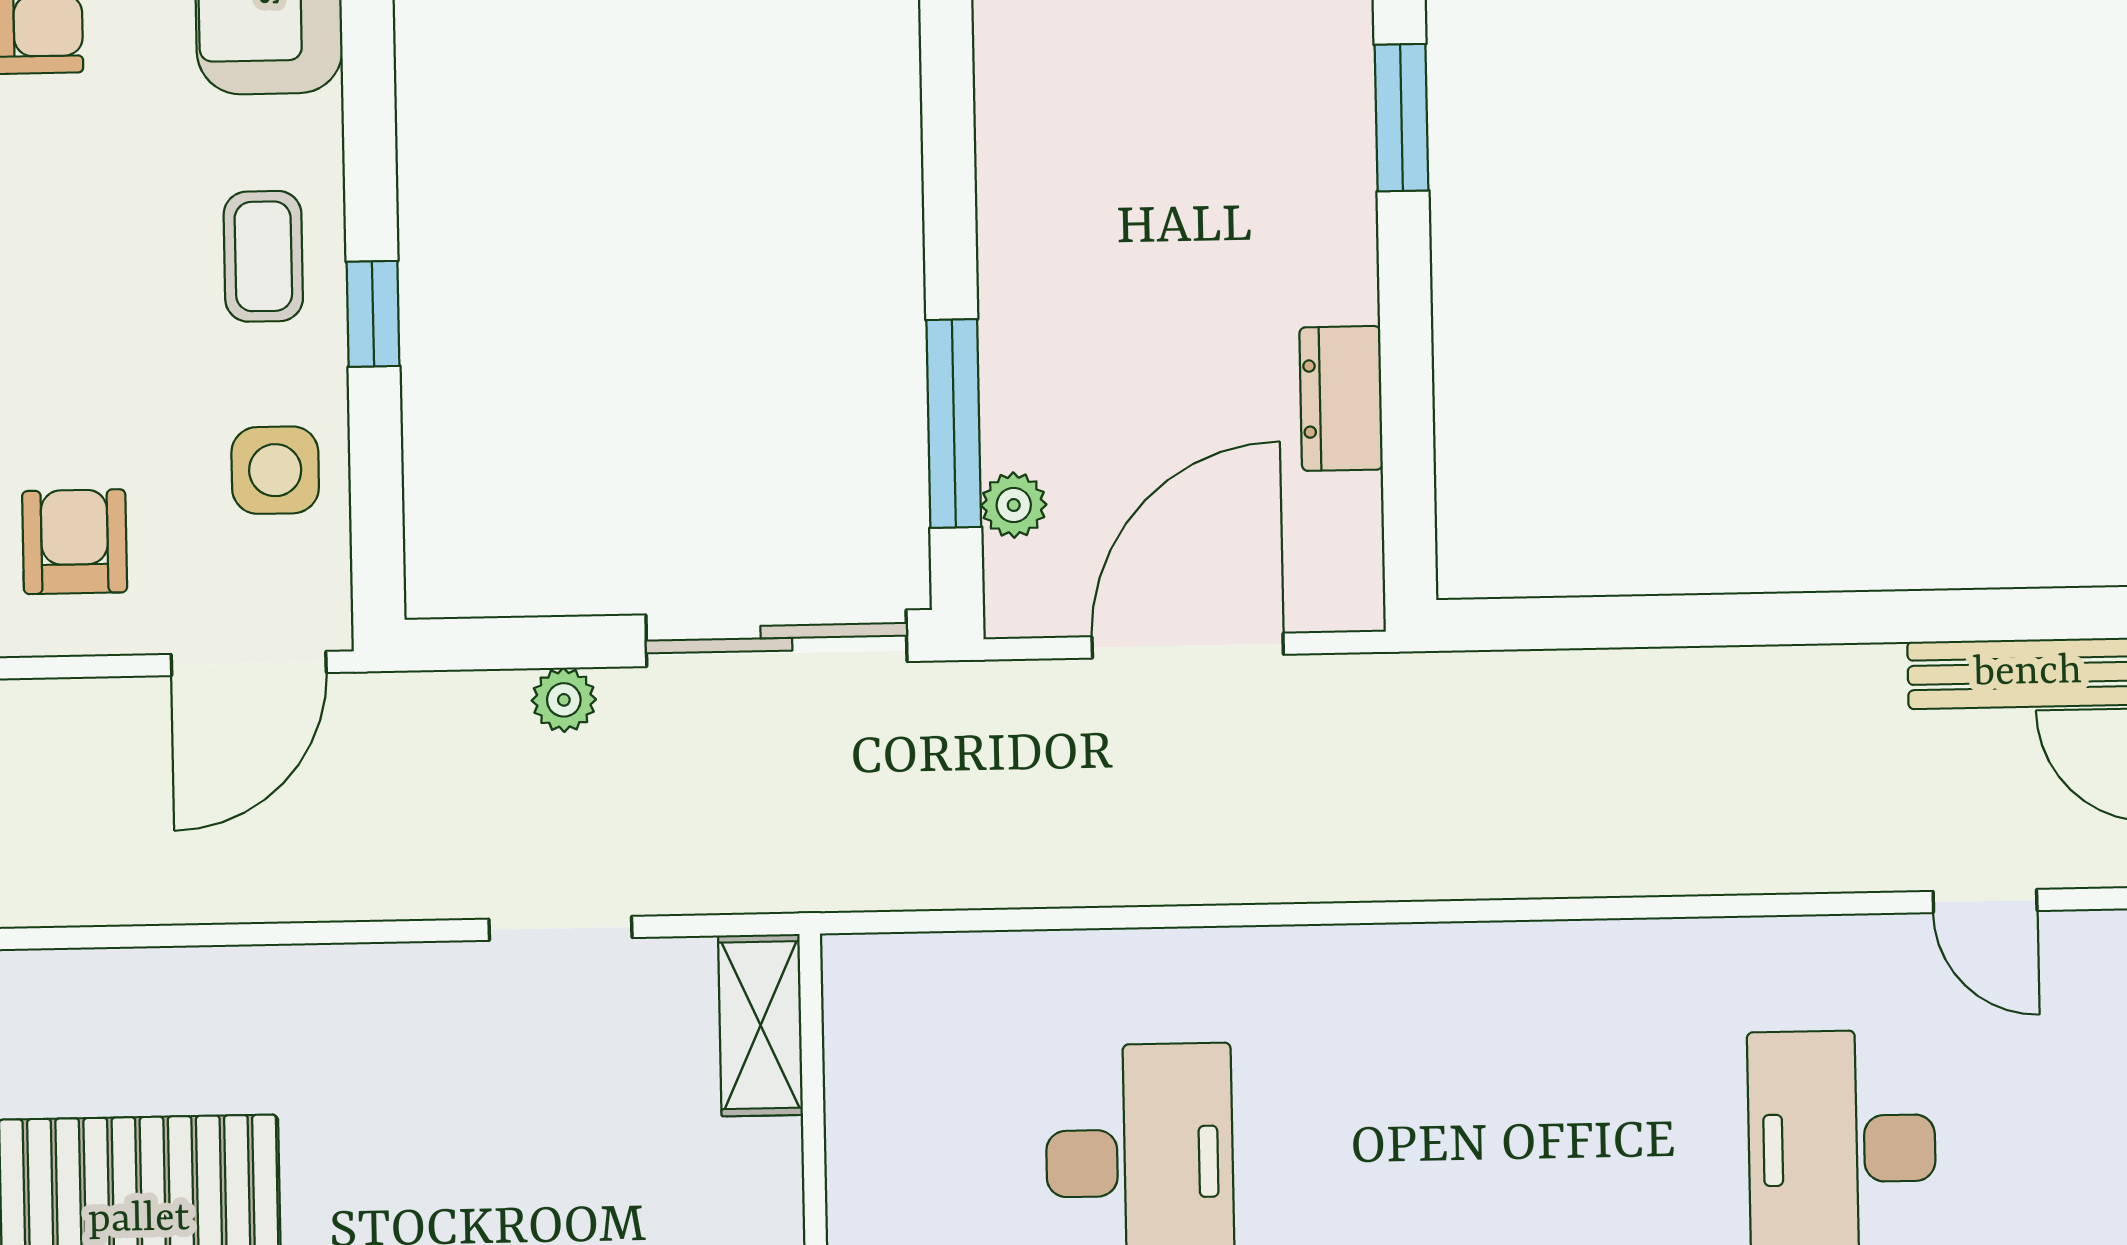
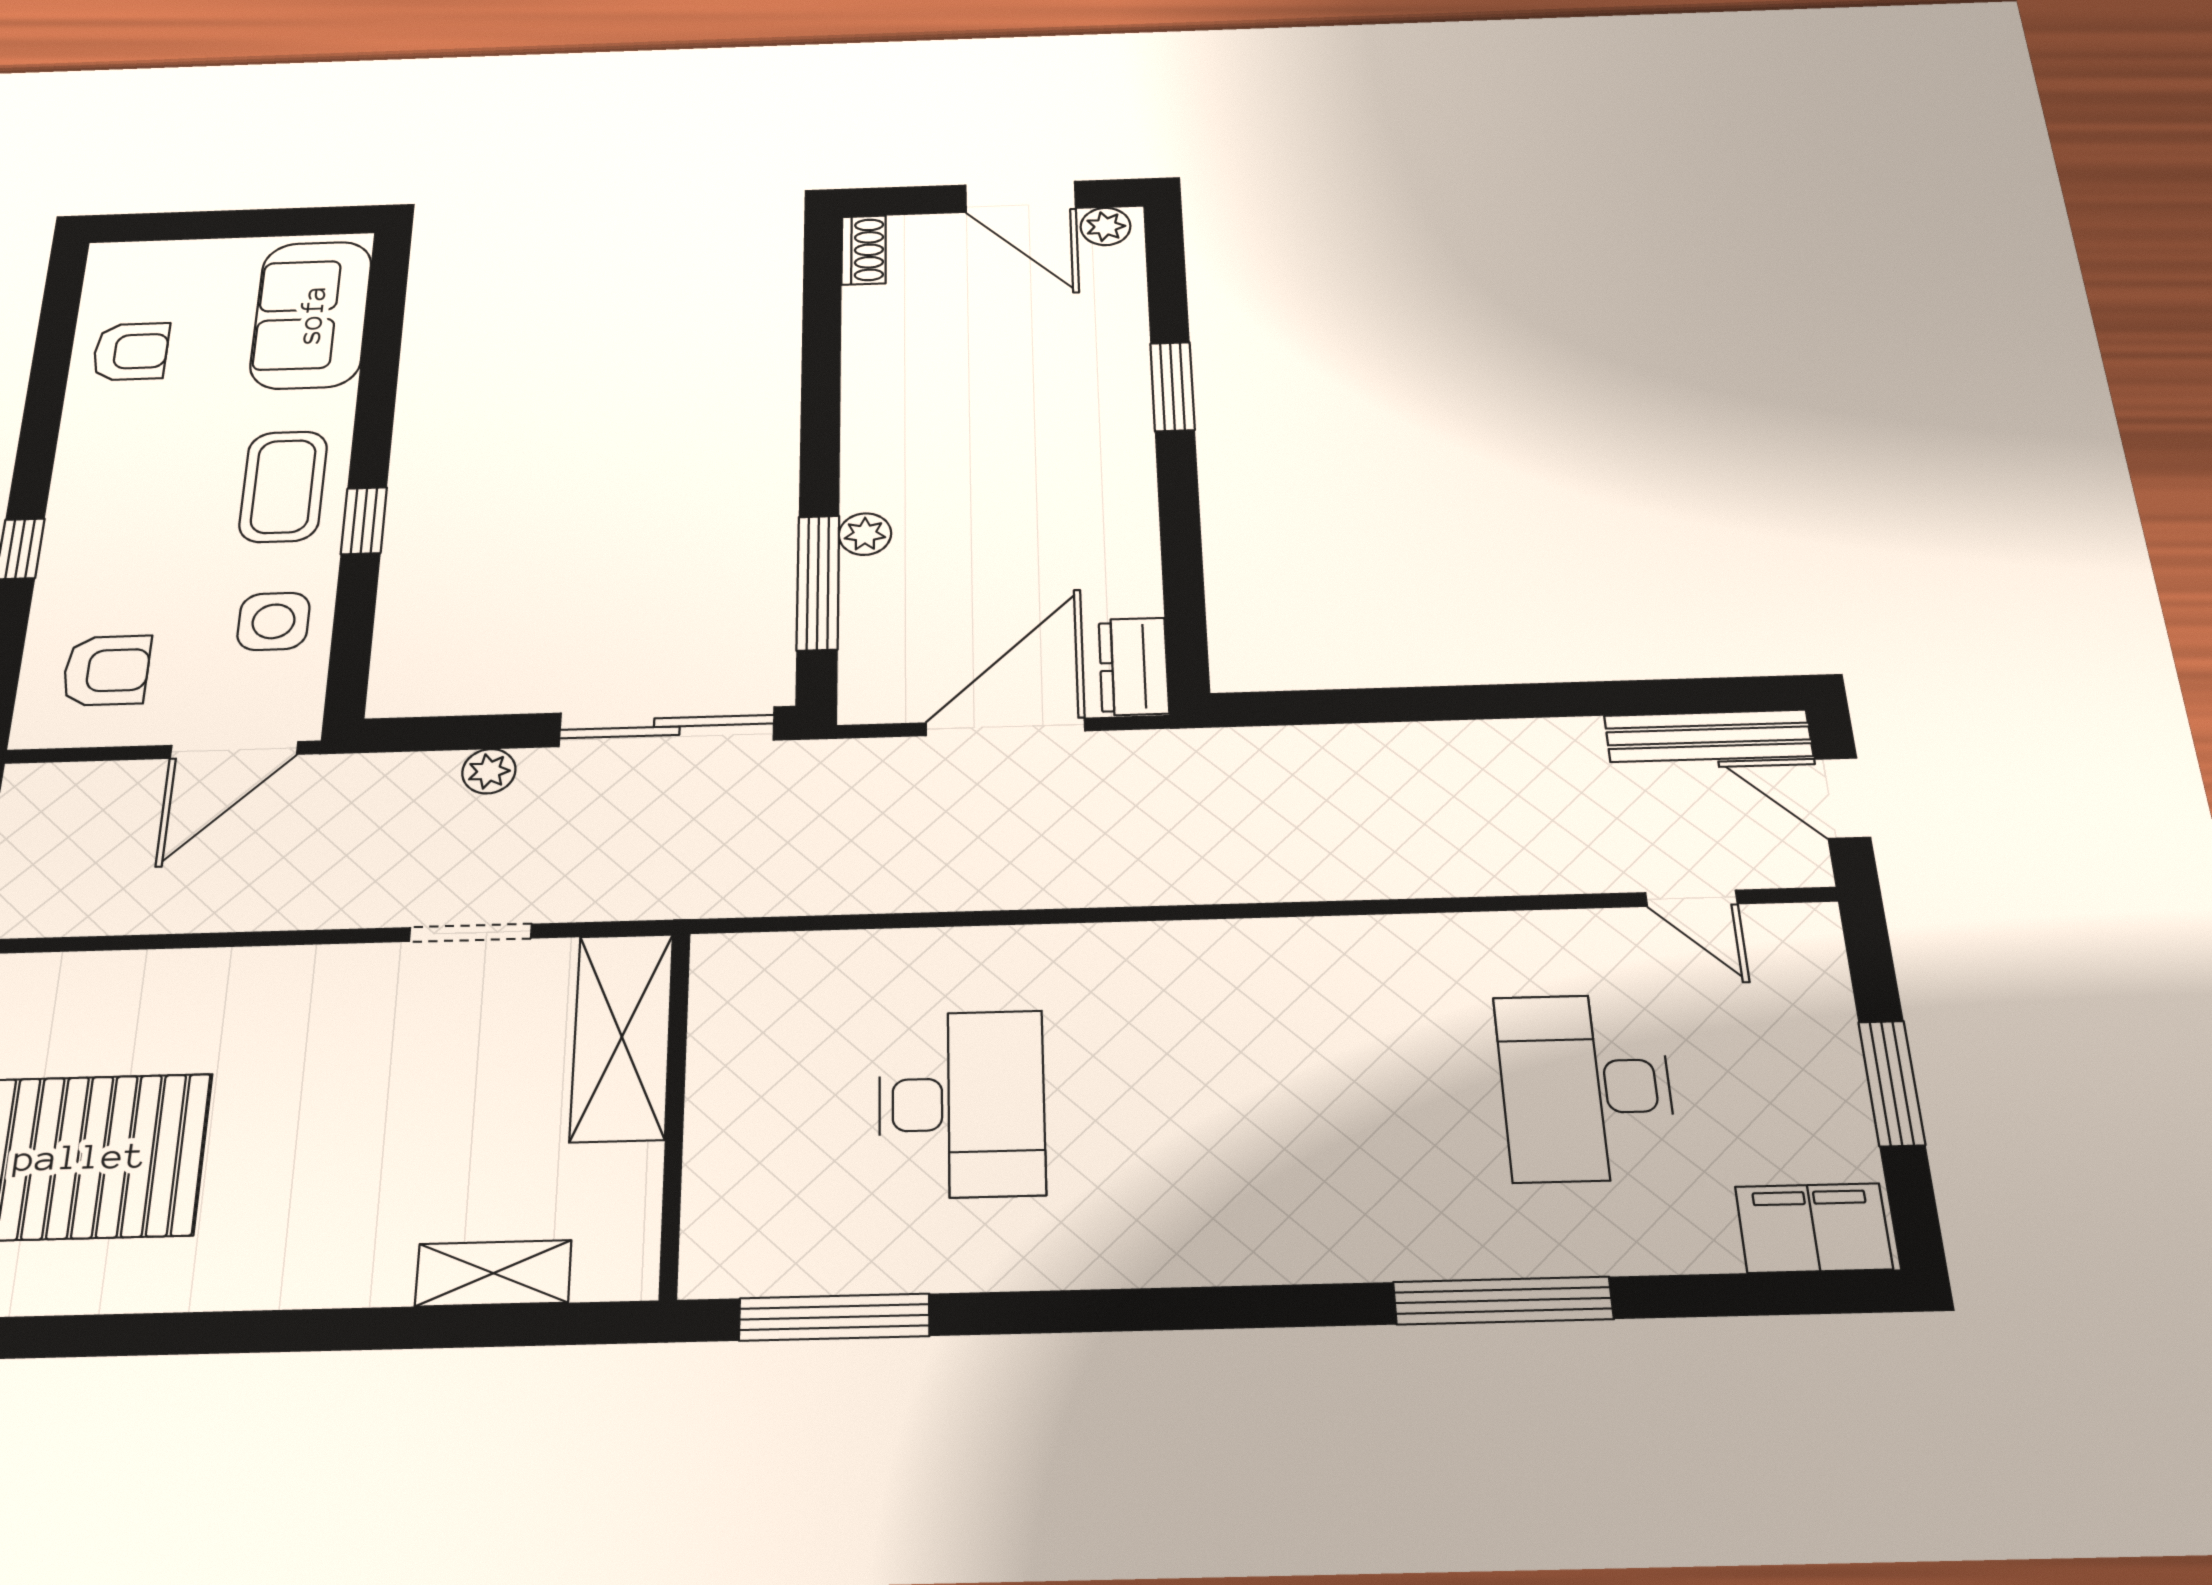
coffee table: (263, 256) -> (283, 486), width x1.36, depth x1.30
dresser: (1341, 398) -> (1134, 666), moved
plant: (1014, 505) -> (865, 534), moved
armchair: (75, 542) -> (106, 670), turned 90
shelving: (761, 1025) -> (622, 1037), width x1.50, depth x1.33

